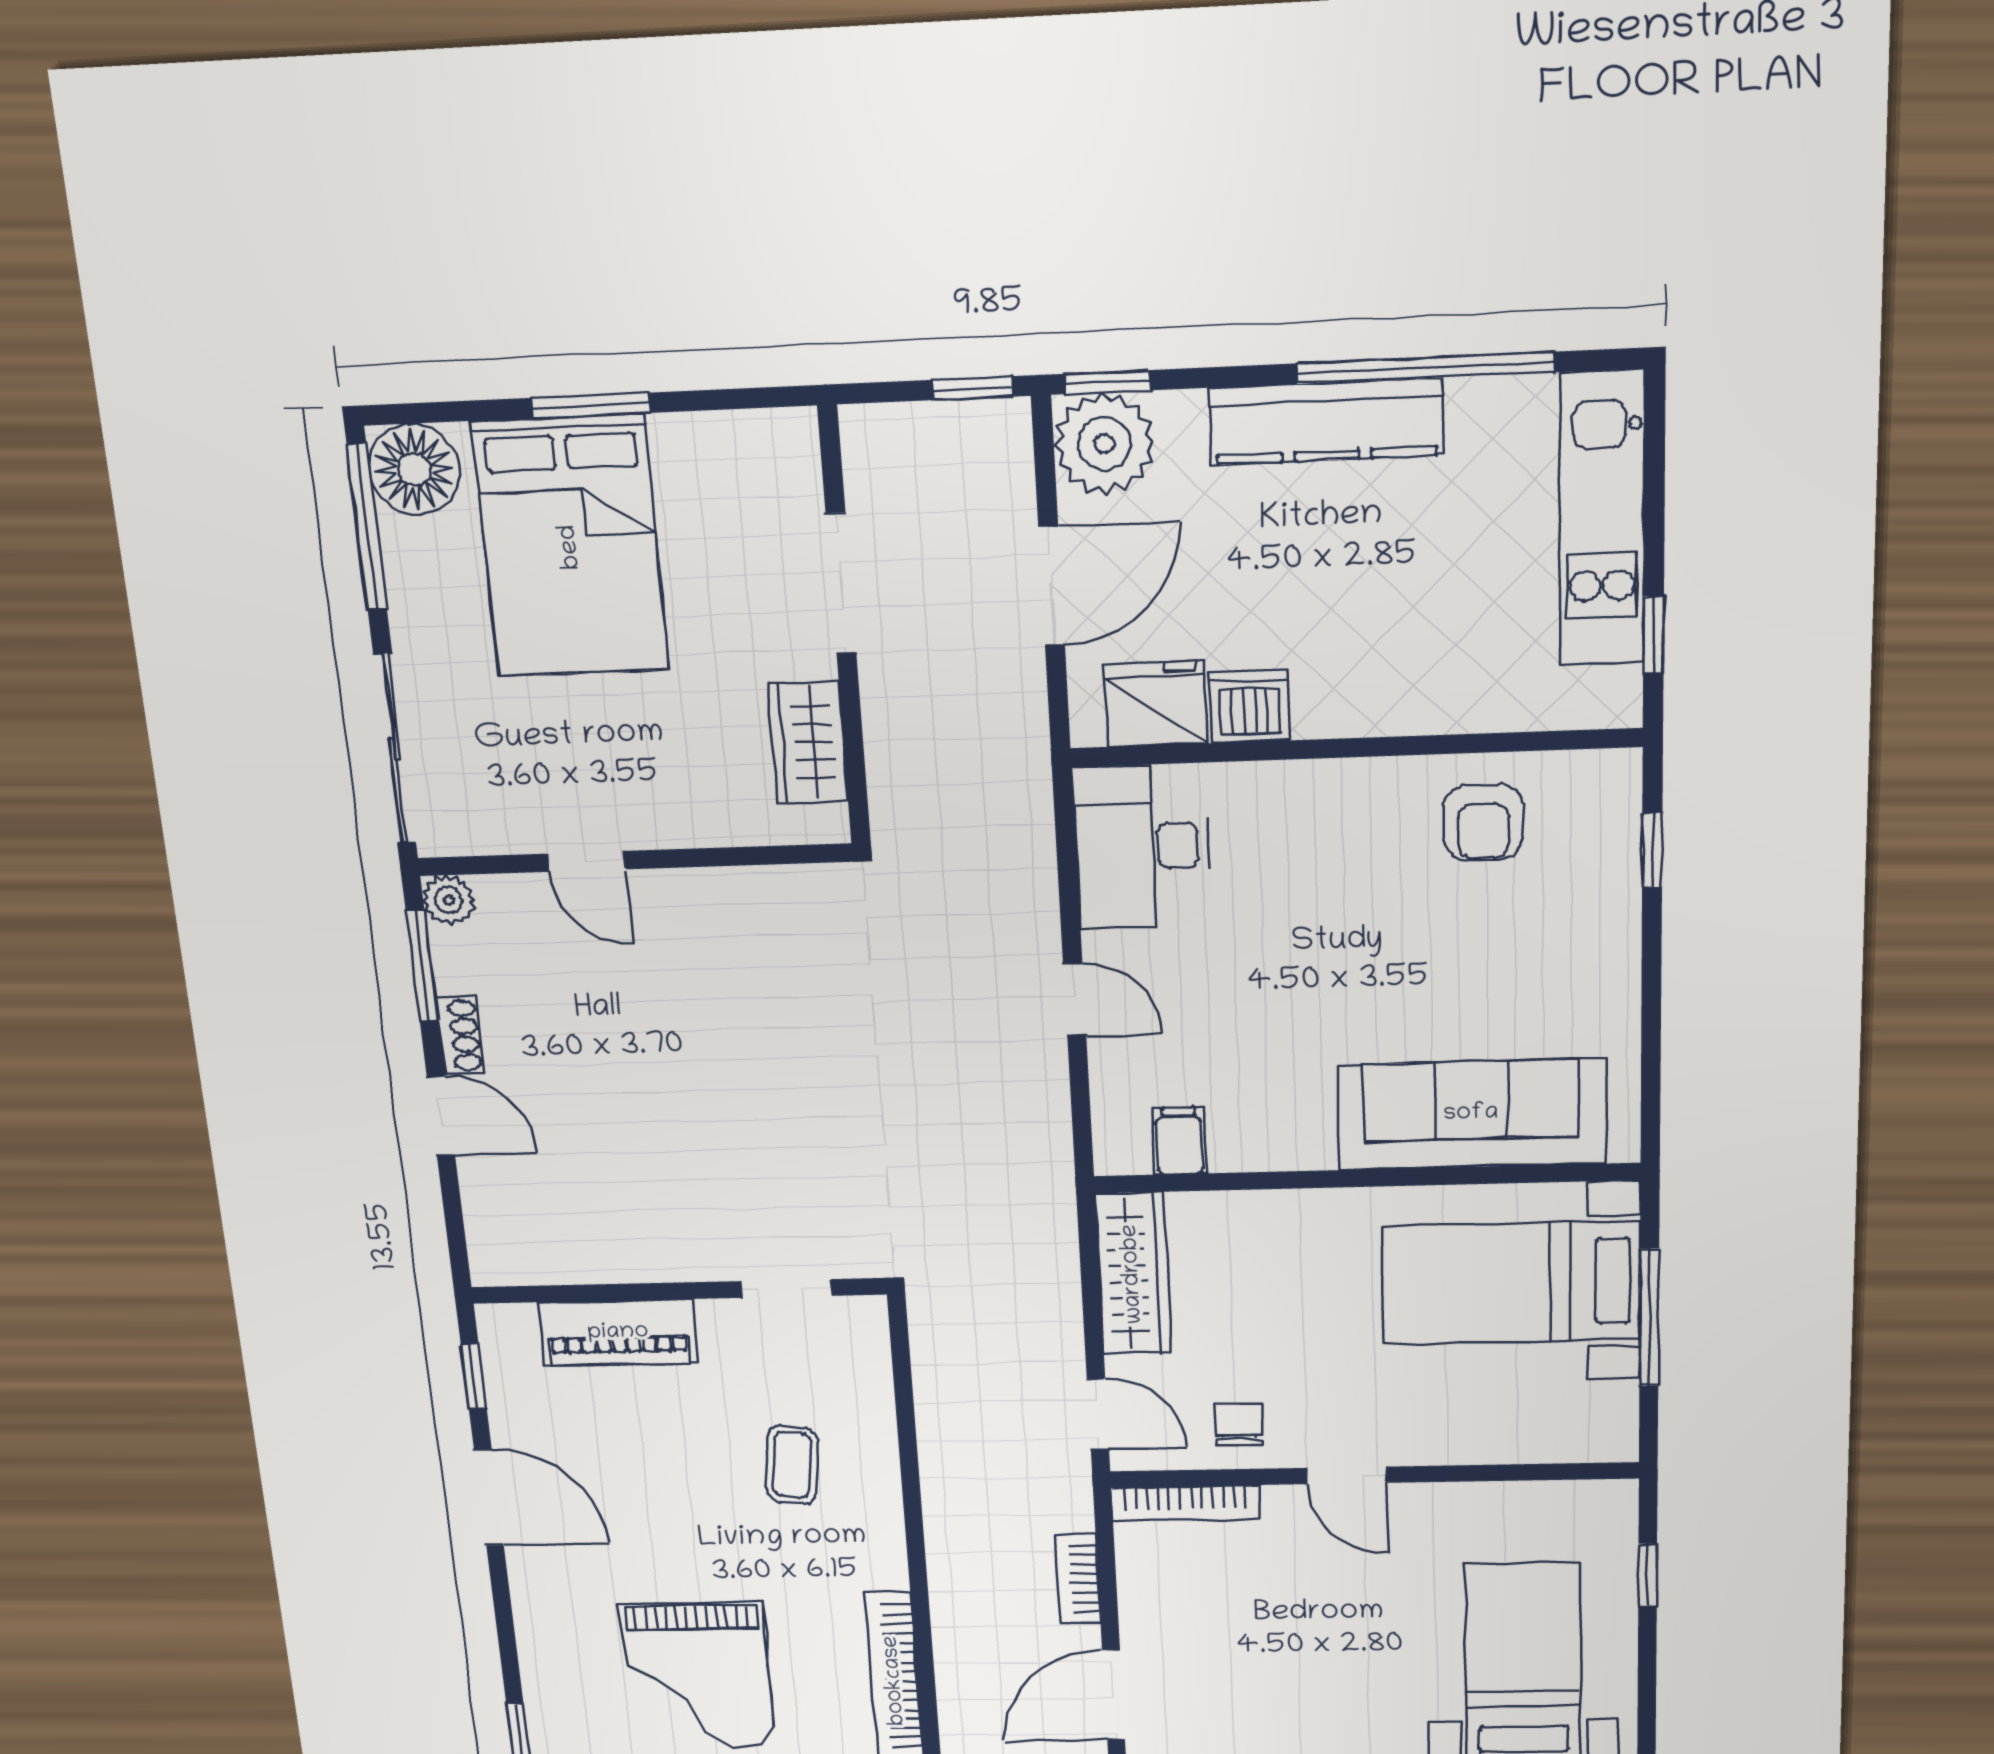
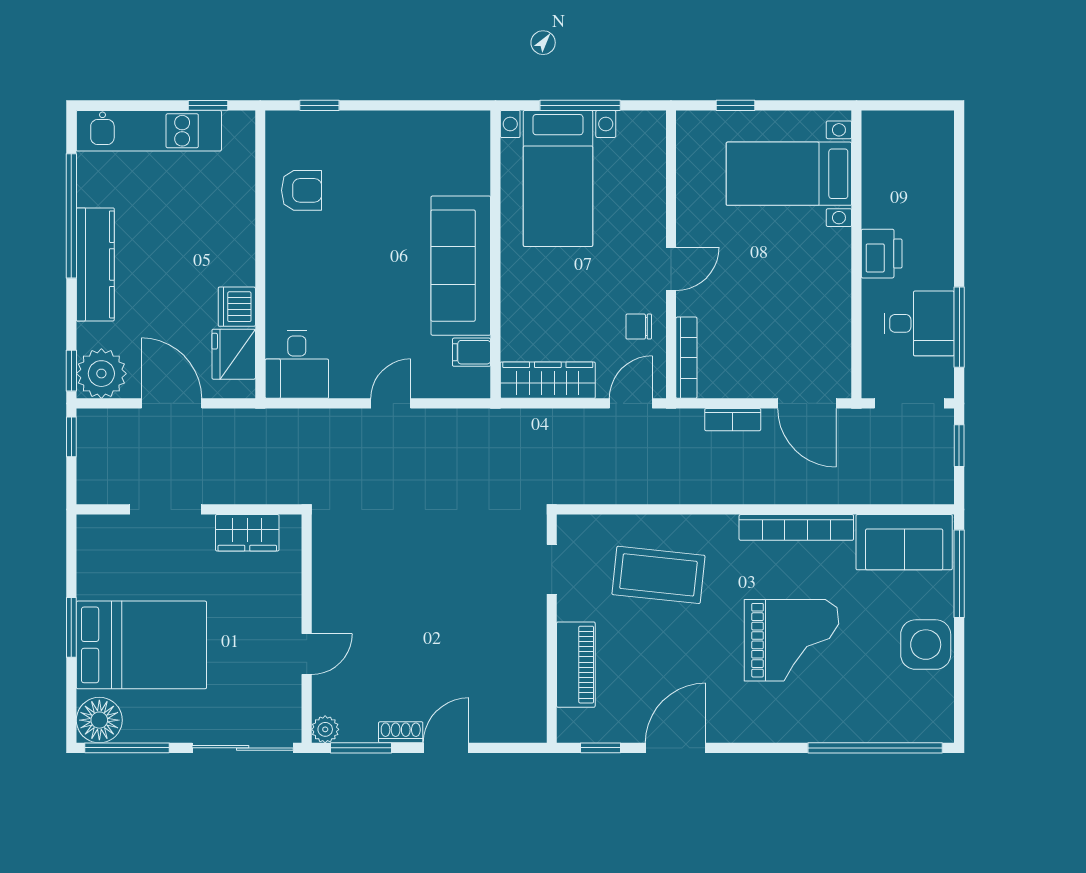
desk: (1142, 847) -> (297, 364), width x0.73
sofa: (1471, 1114) -> (461, 266), moved
coffee table: (792, 1465) -> (658, 575), width x1.86, depth x1.72

